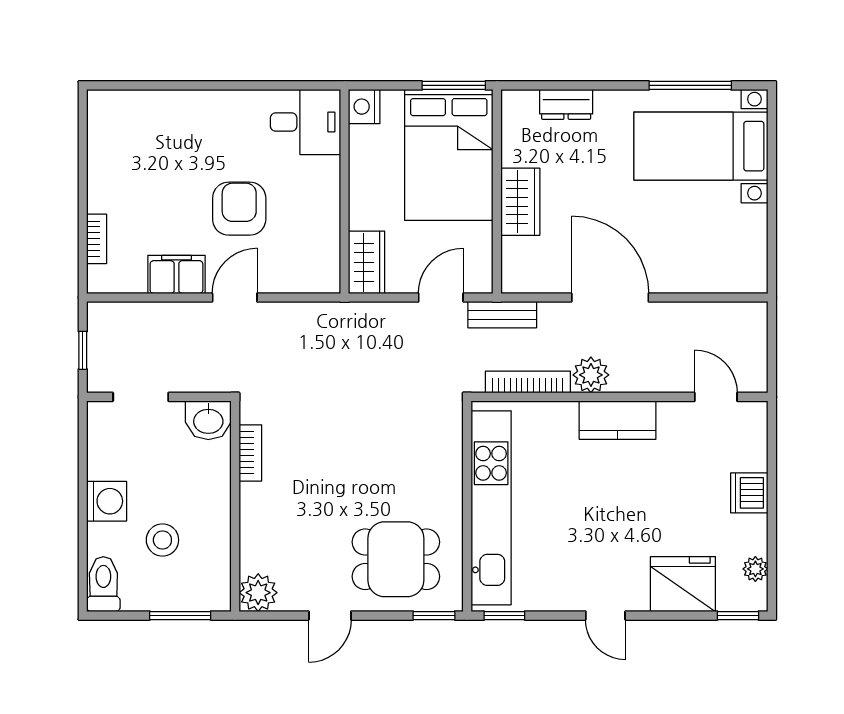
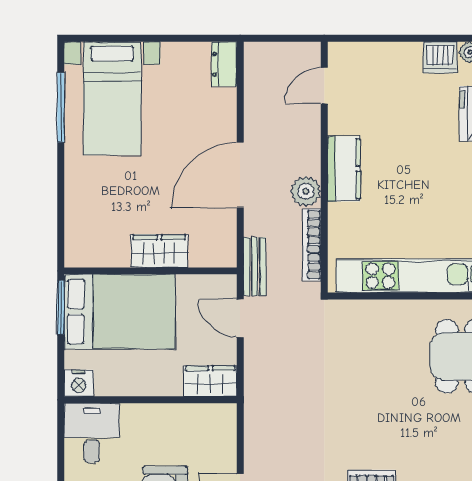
dresser: (566, 104) -> (224, 64), moved, turned 180
dishwasher: (749, 493) -> (440, 57), moved

